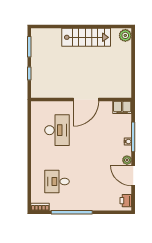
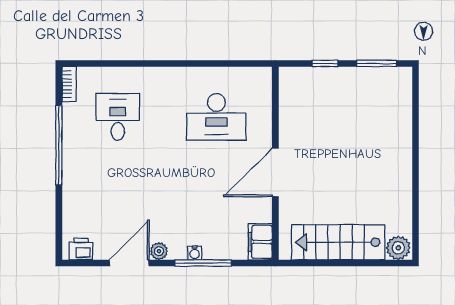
stairs: (86, 37) -> (338, 242), moved, turned 90
door: (86, 99) -> (275, 172), hinge flipped

